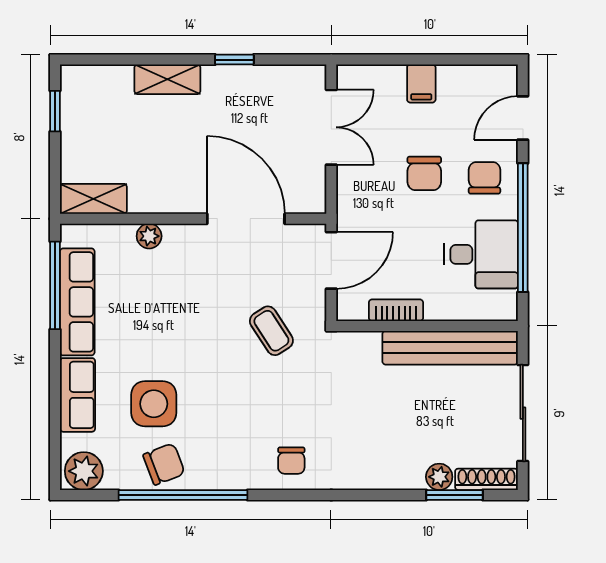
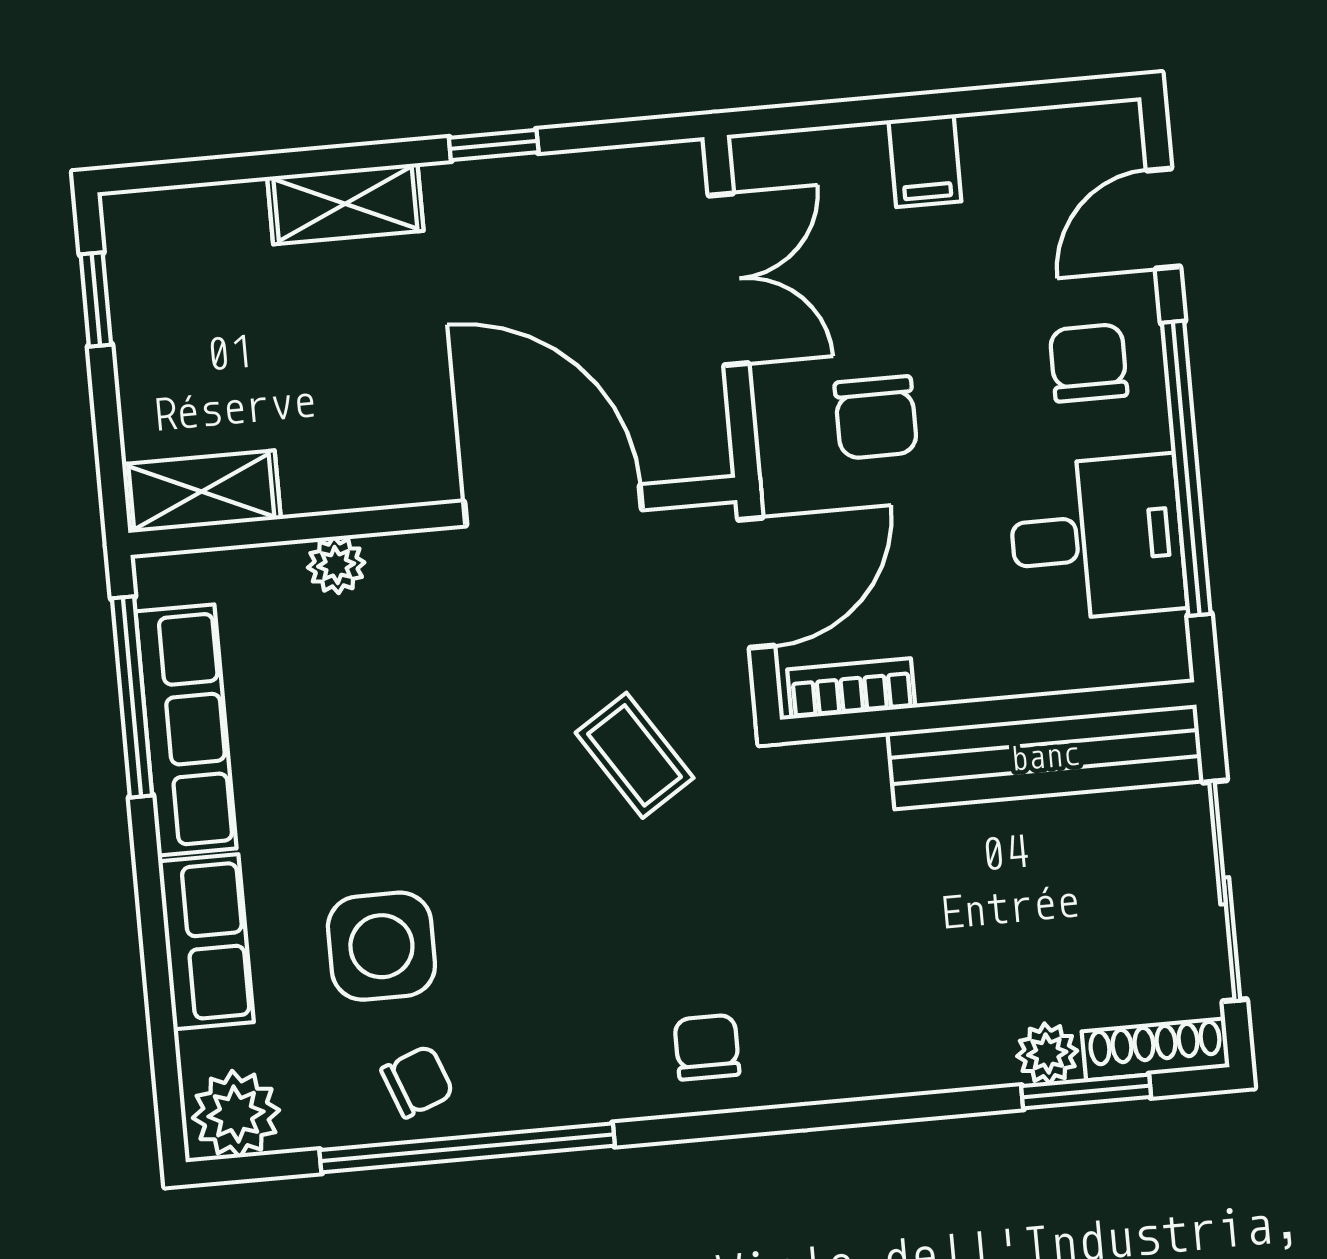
chair: (424, 173) -> (876, 417), moved
bookcase: (396, 310) -> (851, 688), moved
chair: (291, 461) -> (707, 1047), turned 180
chair: (164, 464) -> (417, 1082), width x0.73, depth x0.73

